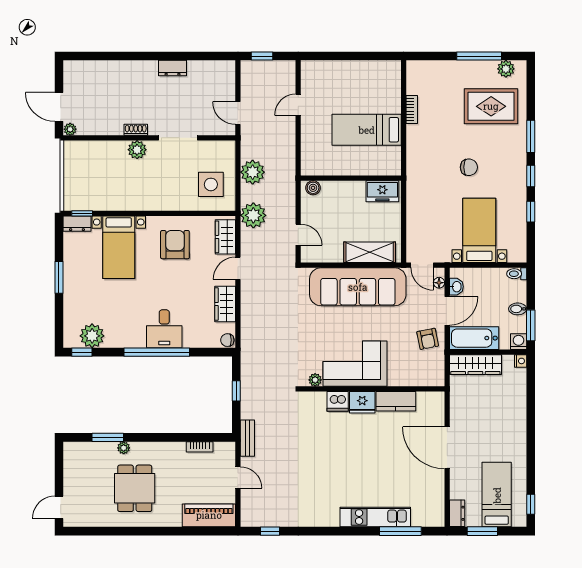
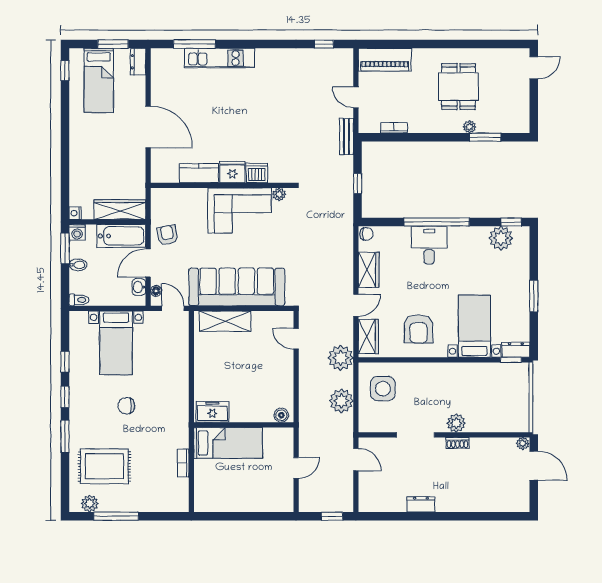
wall: (351, 178) -> (244, 425), moved
boiler: (313, 188) -> (281, 415), moved
freezer: (382, 191) -> (212, 412), moved

